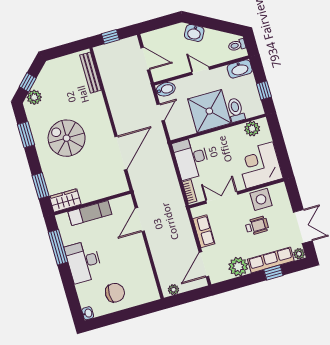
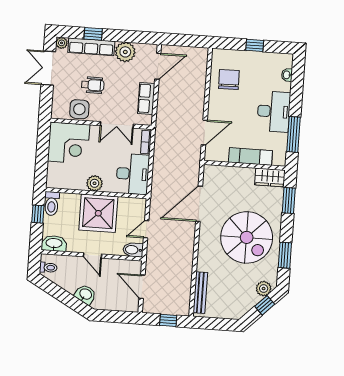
toilet: (236, 110) -> (52, 204), moved
plant: (252, 129) -> (95, 183), moved
spiral stairs: (67, 138) -> (247, 237), width x1.37, depth x1.37
wheelchair: (257, 226) -> (93, 85), turned 180
plant: (173, 290) -> (196, 52), removed
chair: (115, 293) -> (229, 79), moved, turned 89
washbasin: (88, 313) -> (287, 75), moved
window: (123, 315) -> (255, 45), added

